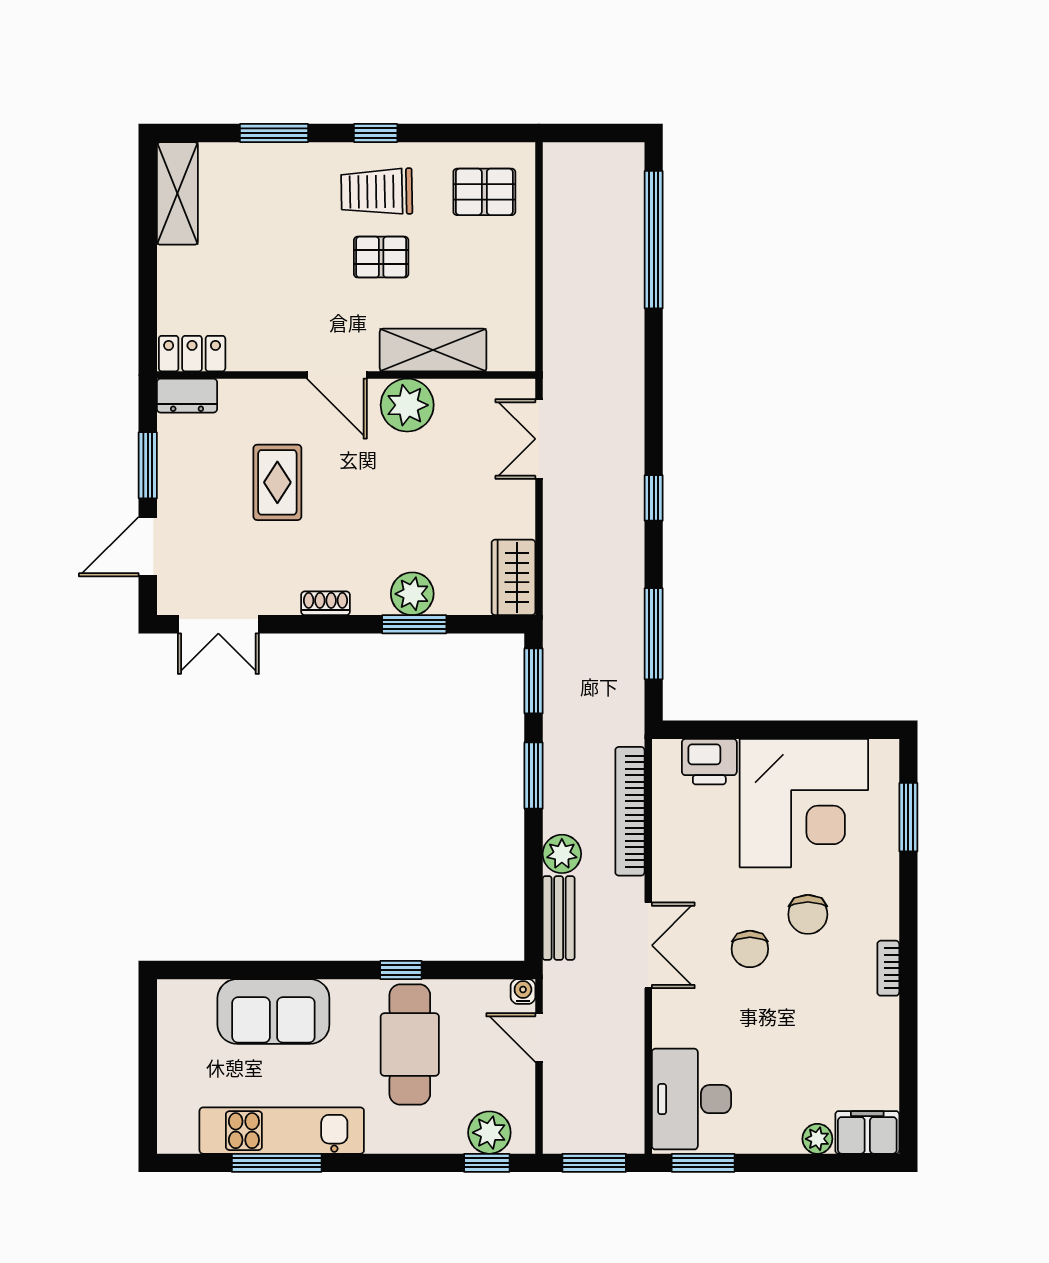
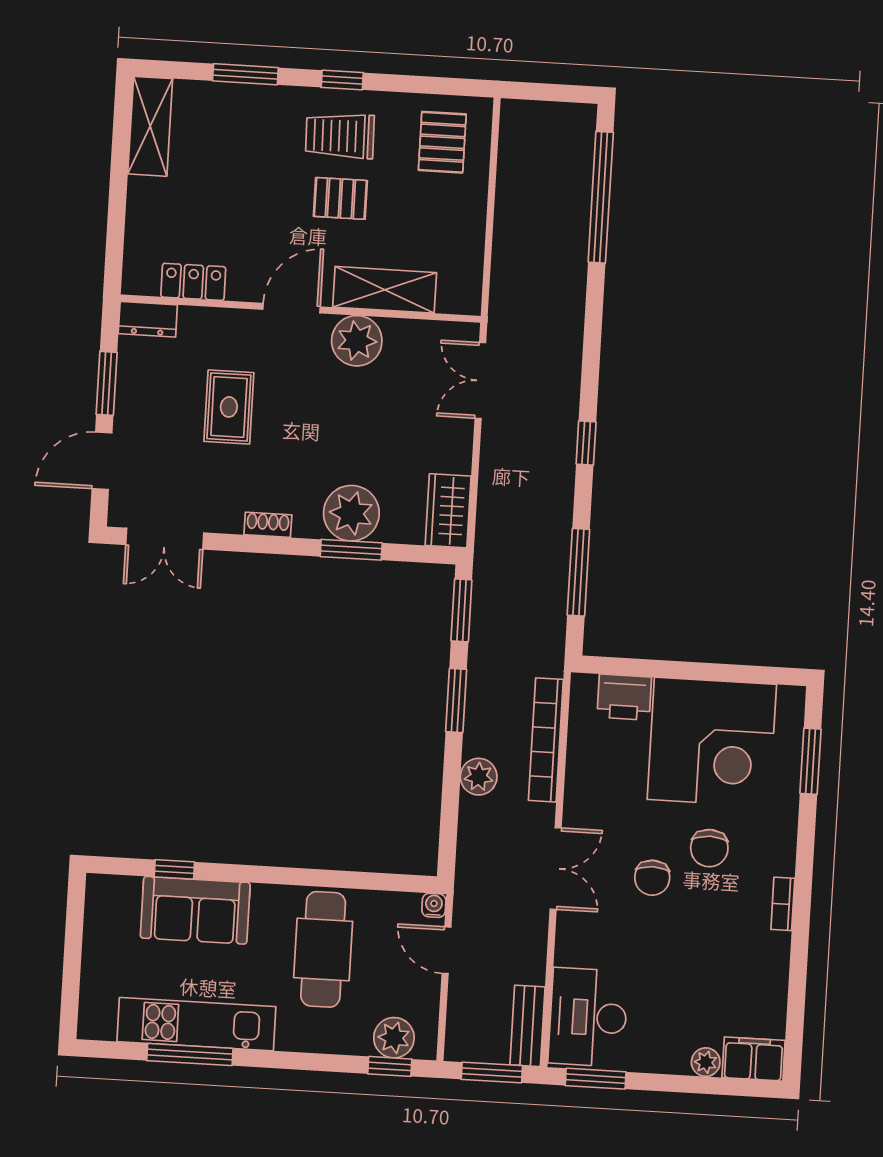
pallet: (484, 192) -> (442, 142), turned 90
locker: (192, 354) -> (193, 282), moved
door: (337, 375) -> (292, 308), swing flipped
plant: (412, 594) -> (351, 513), width x1.36, depth x1.36
bench: (559, 918) -> (528, 1026), moved
window: (401, 970) -> (174, 869), moved

